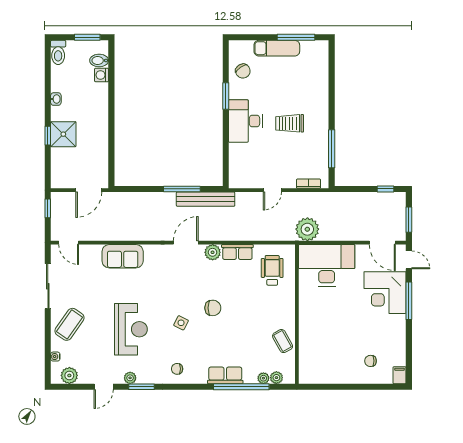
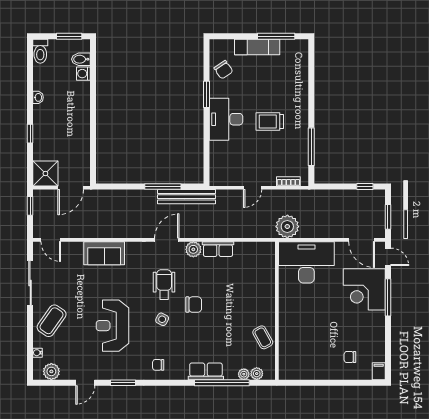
shower: (63, 134) -> (45, 174), moved
wheelchair: (272, 270) -> (164, 285), moved
reception desk: (131, 329) -> (112, 326), turned 180
plant: (130, 378) -> (112, 374), removed

